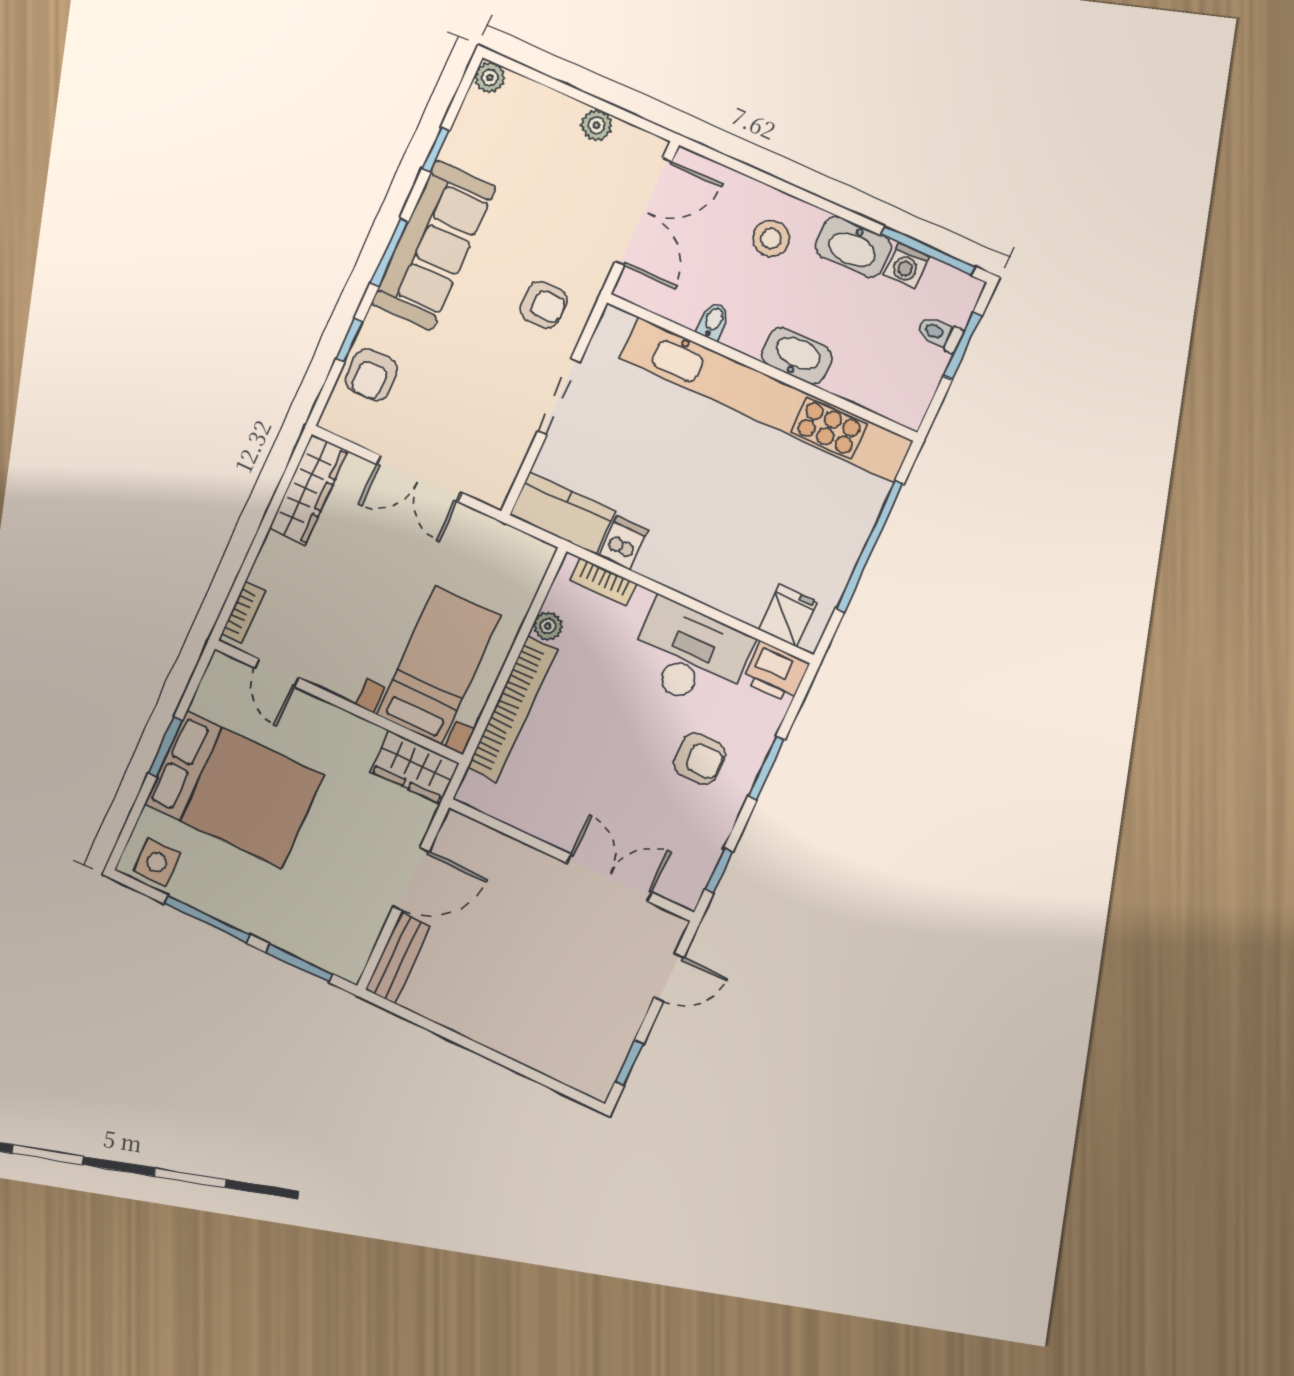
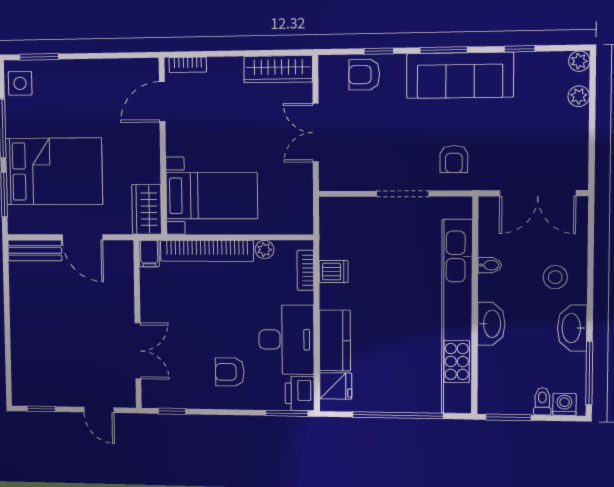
plant: (597, 125) -> (579, 96), moved
washing machine: (907, 265) -> (564, 404), moved, turned 90
window: (963, 346) -> (508, 417), moved
kitchen counter: (562, 513) -> (335, 340), moved
door: (277, 673) -> (162, 102), width x1.38
window: (165, 747) -> (39, 57), moved
armchair: (699, 759) -> (230, 372), turned 90
window: (767, 768) -> (287, 413), moved
bed: (234, 789) -> (54, 171), moved, turned -90
filing cabinet: (478, 794) -> (149, 254), added

